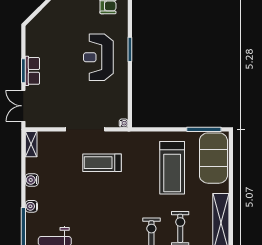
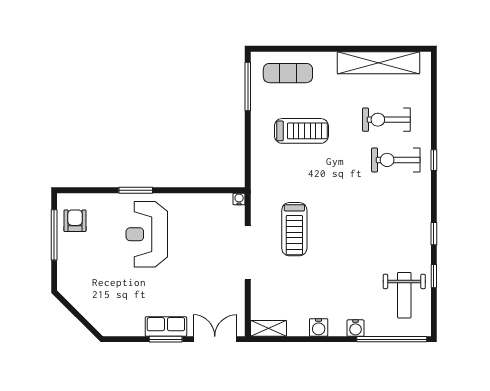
reception desk: (98, 57) -> (147, 234), turned 90
double door: (23, 106) -> (215, 339), swing flipped
exercise mat: (213, 158) -> (288, 73), width x0.50, depth x0.69
treadmill: (172, 168) -> (301, 131), width x0.73, depth x0.73

